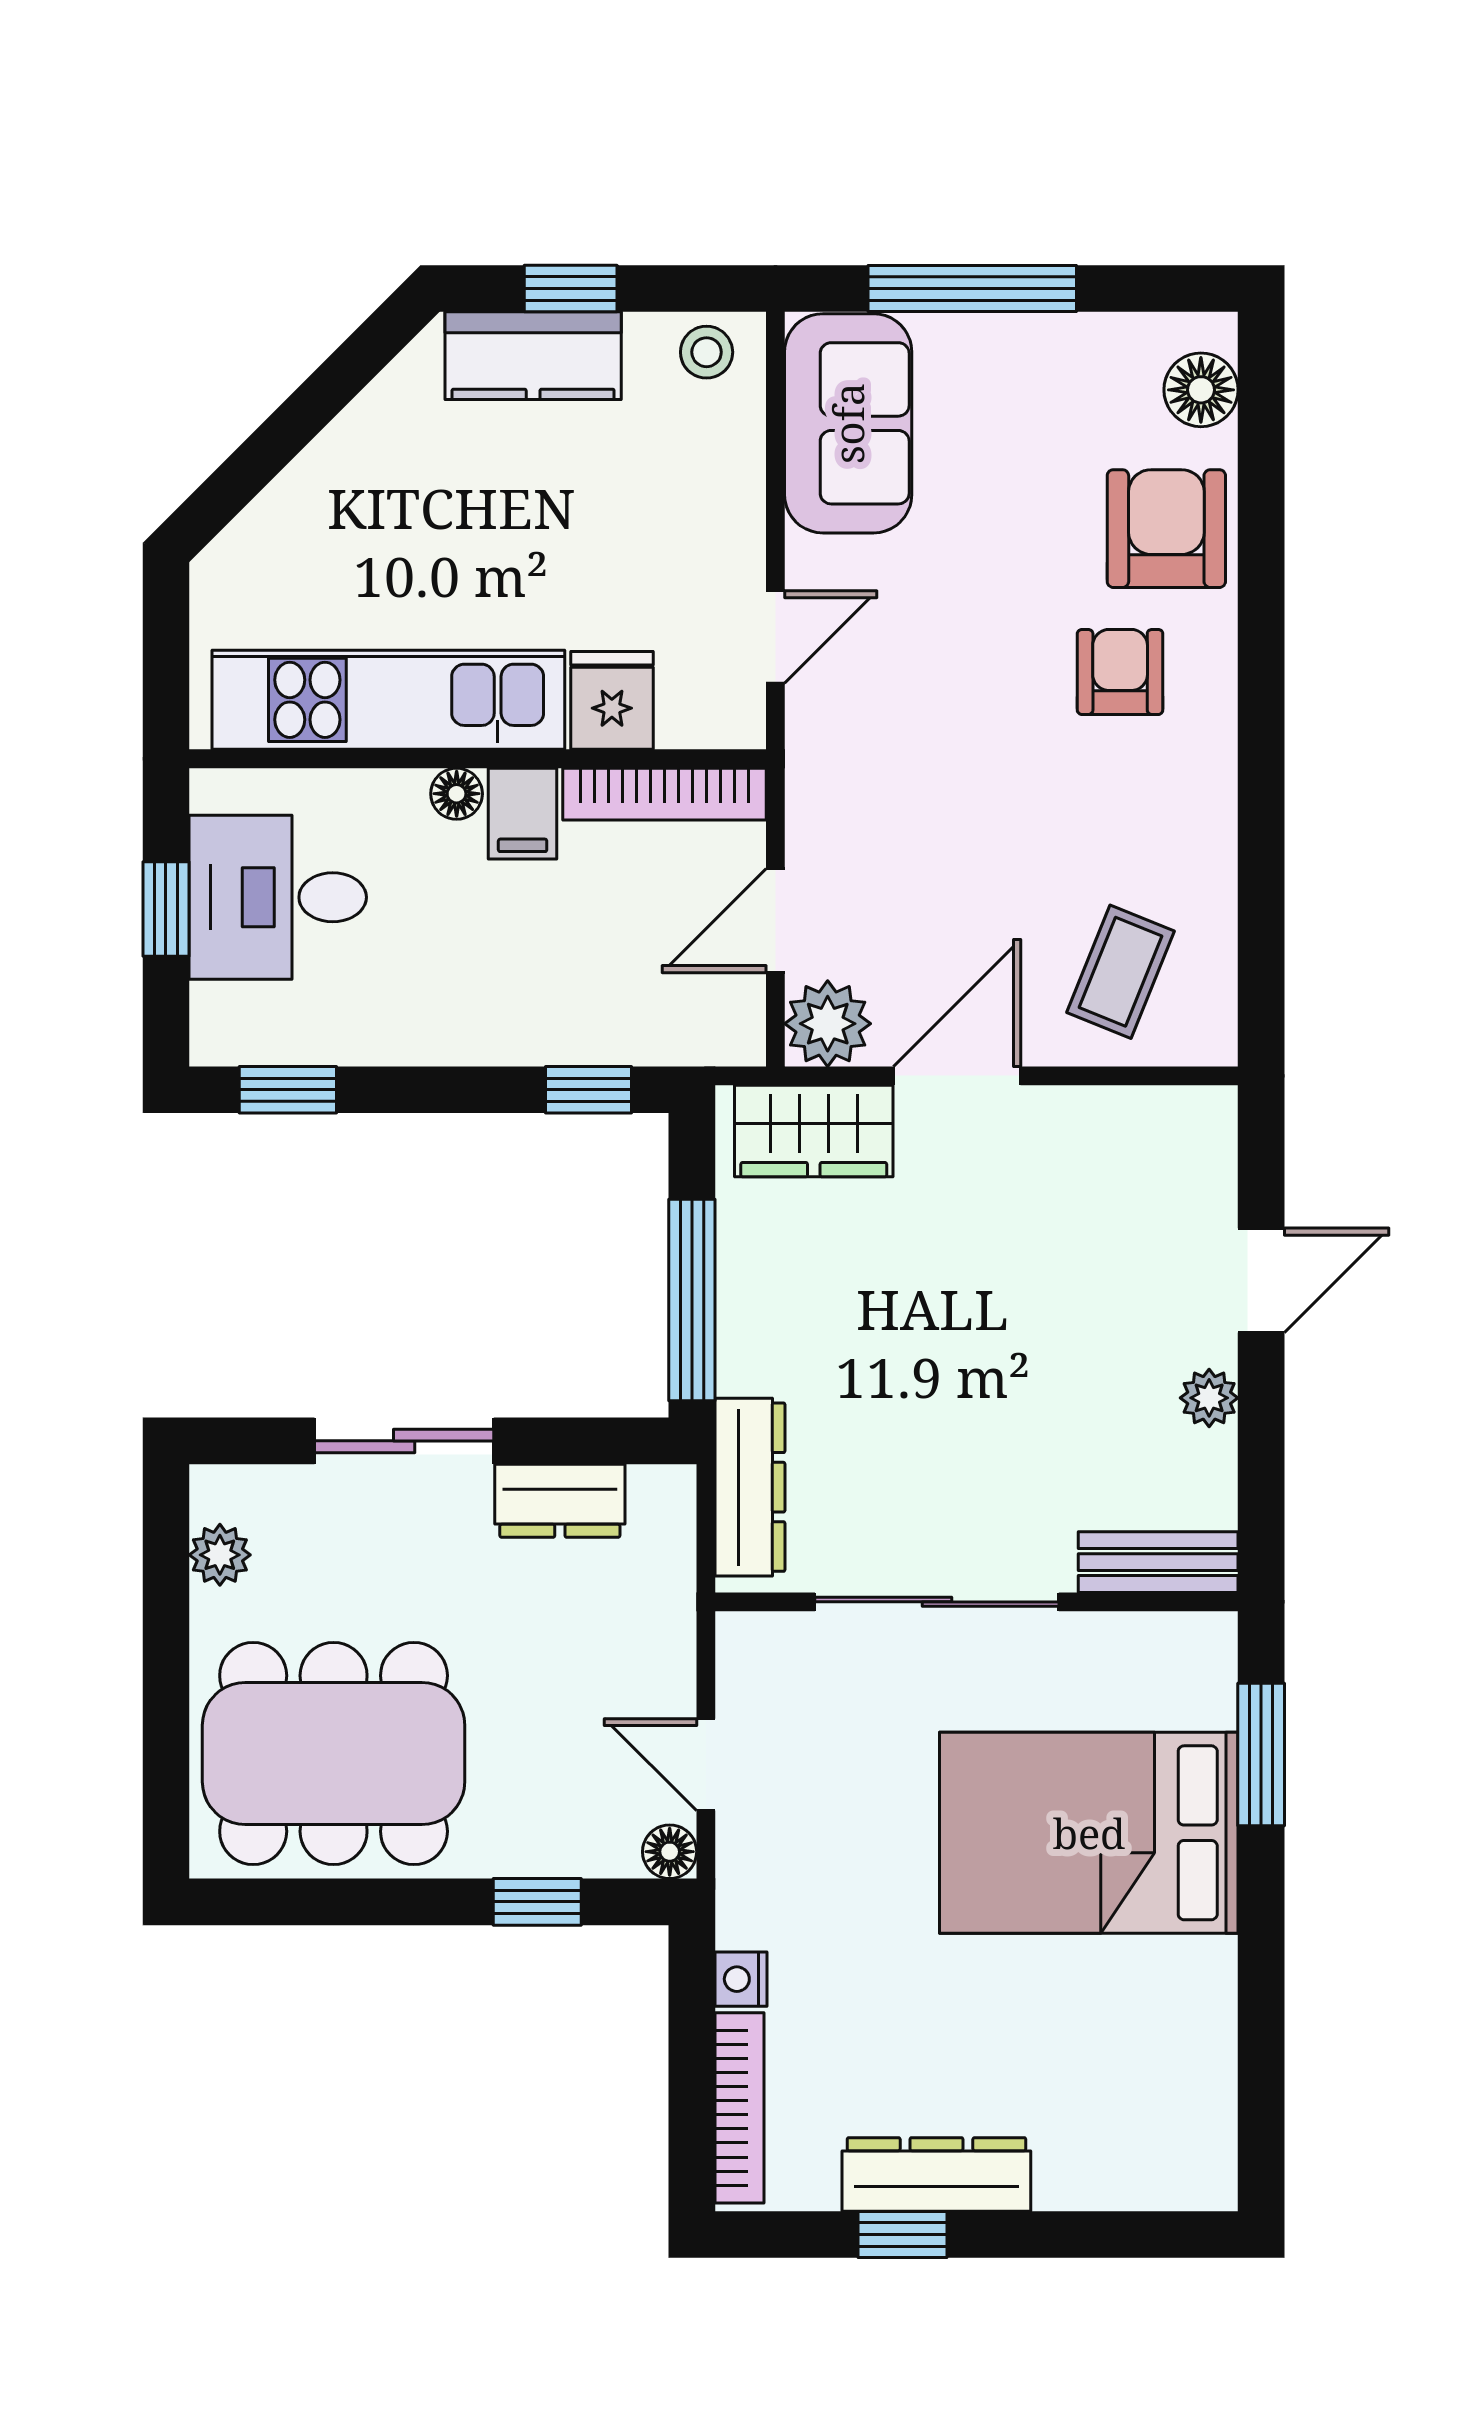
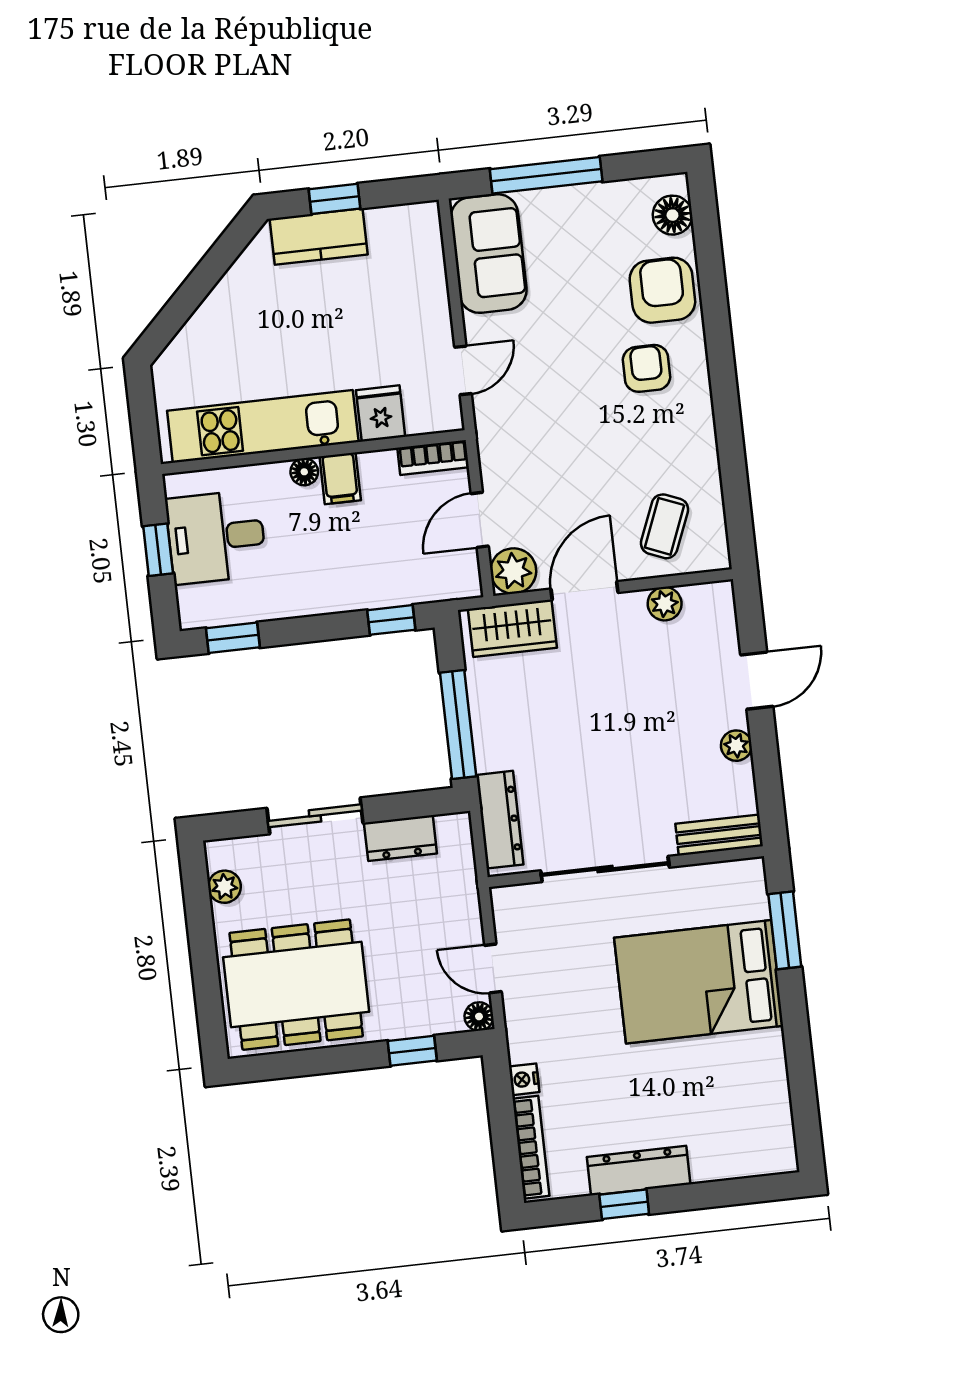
stool: (707, 352) -> (410, 224), removed
bookcase: (665, 794) -> (433, 458), width x0.64
plant: (1104, 1117) -> (665, 604), added

